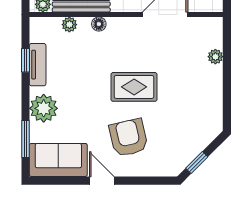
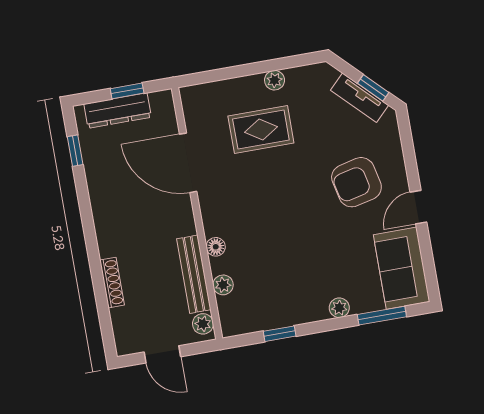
plant: (215, 57) -> (275, 80), moved
tv unit: (38, 65) -> (359, 98), moved, turned -135
rug: (134, 87) -> (261, 130), moved, turned 90
plant: (44, 108) -> (339, 308), width x0.53, depth x0.53

